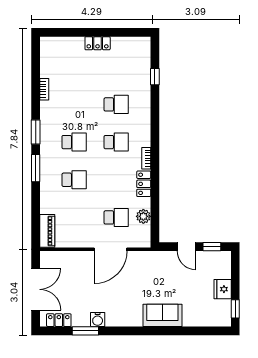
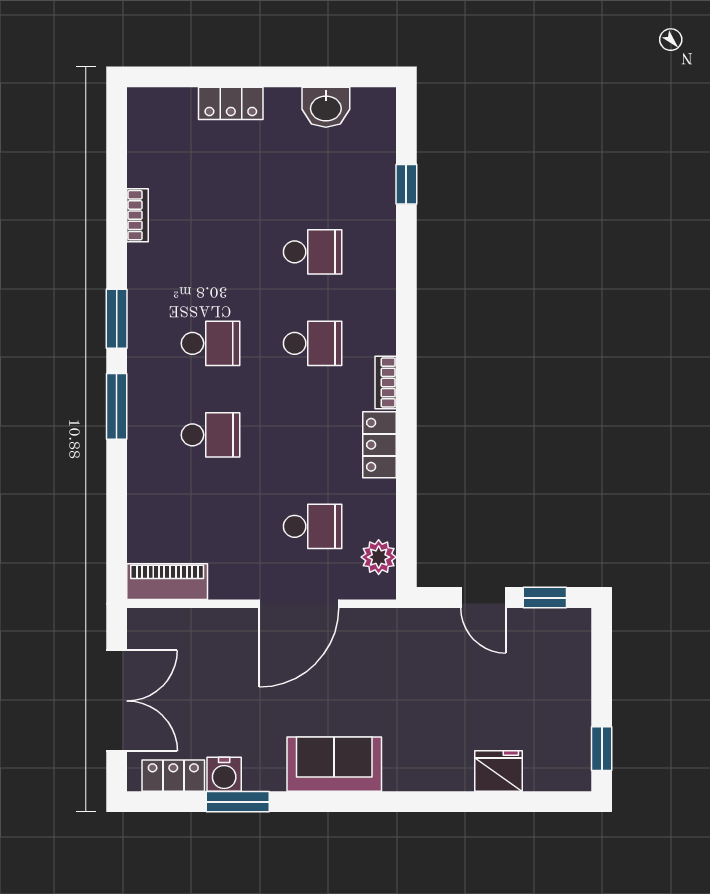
locker: (98, 43) -> (231, 103), moved
washbasin: (122, 45) -> (326, 107), added
plant: (143, 216) -> (379, 557), moved
piano: (47, 231) -> (167, 582), moved, turned -90
fridge: (223, 289) -> (499, 771), moved, turned 90
sofa: (162, 315) -> (334, 764), moved
water cooler: (98, 320) -> (224, 774), moved

